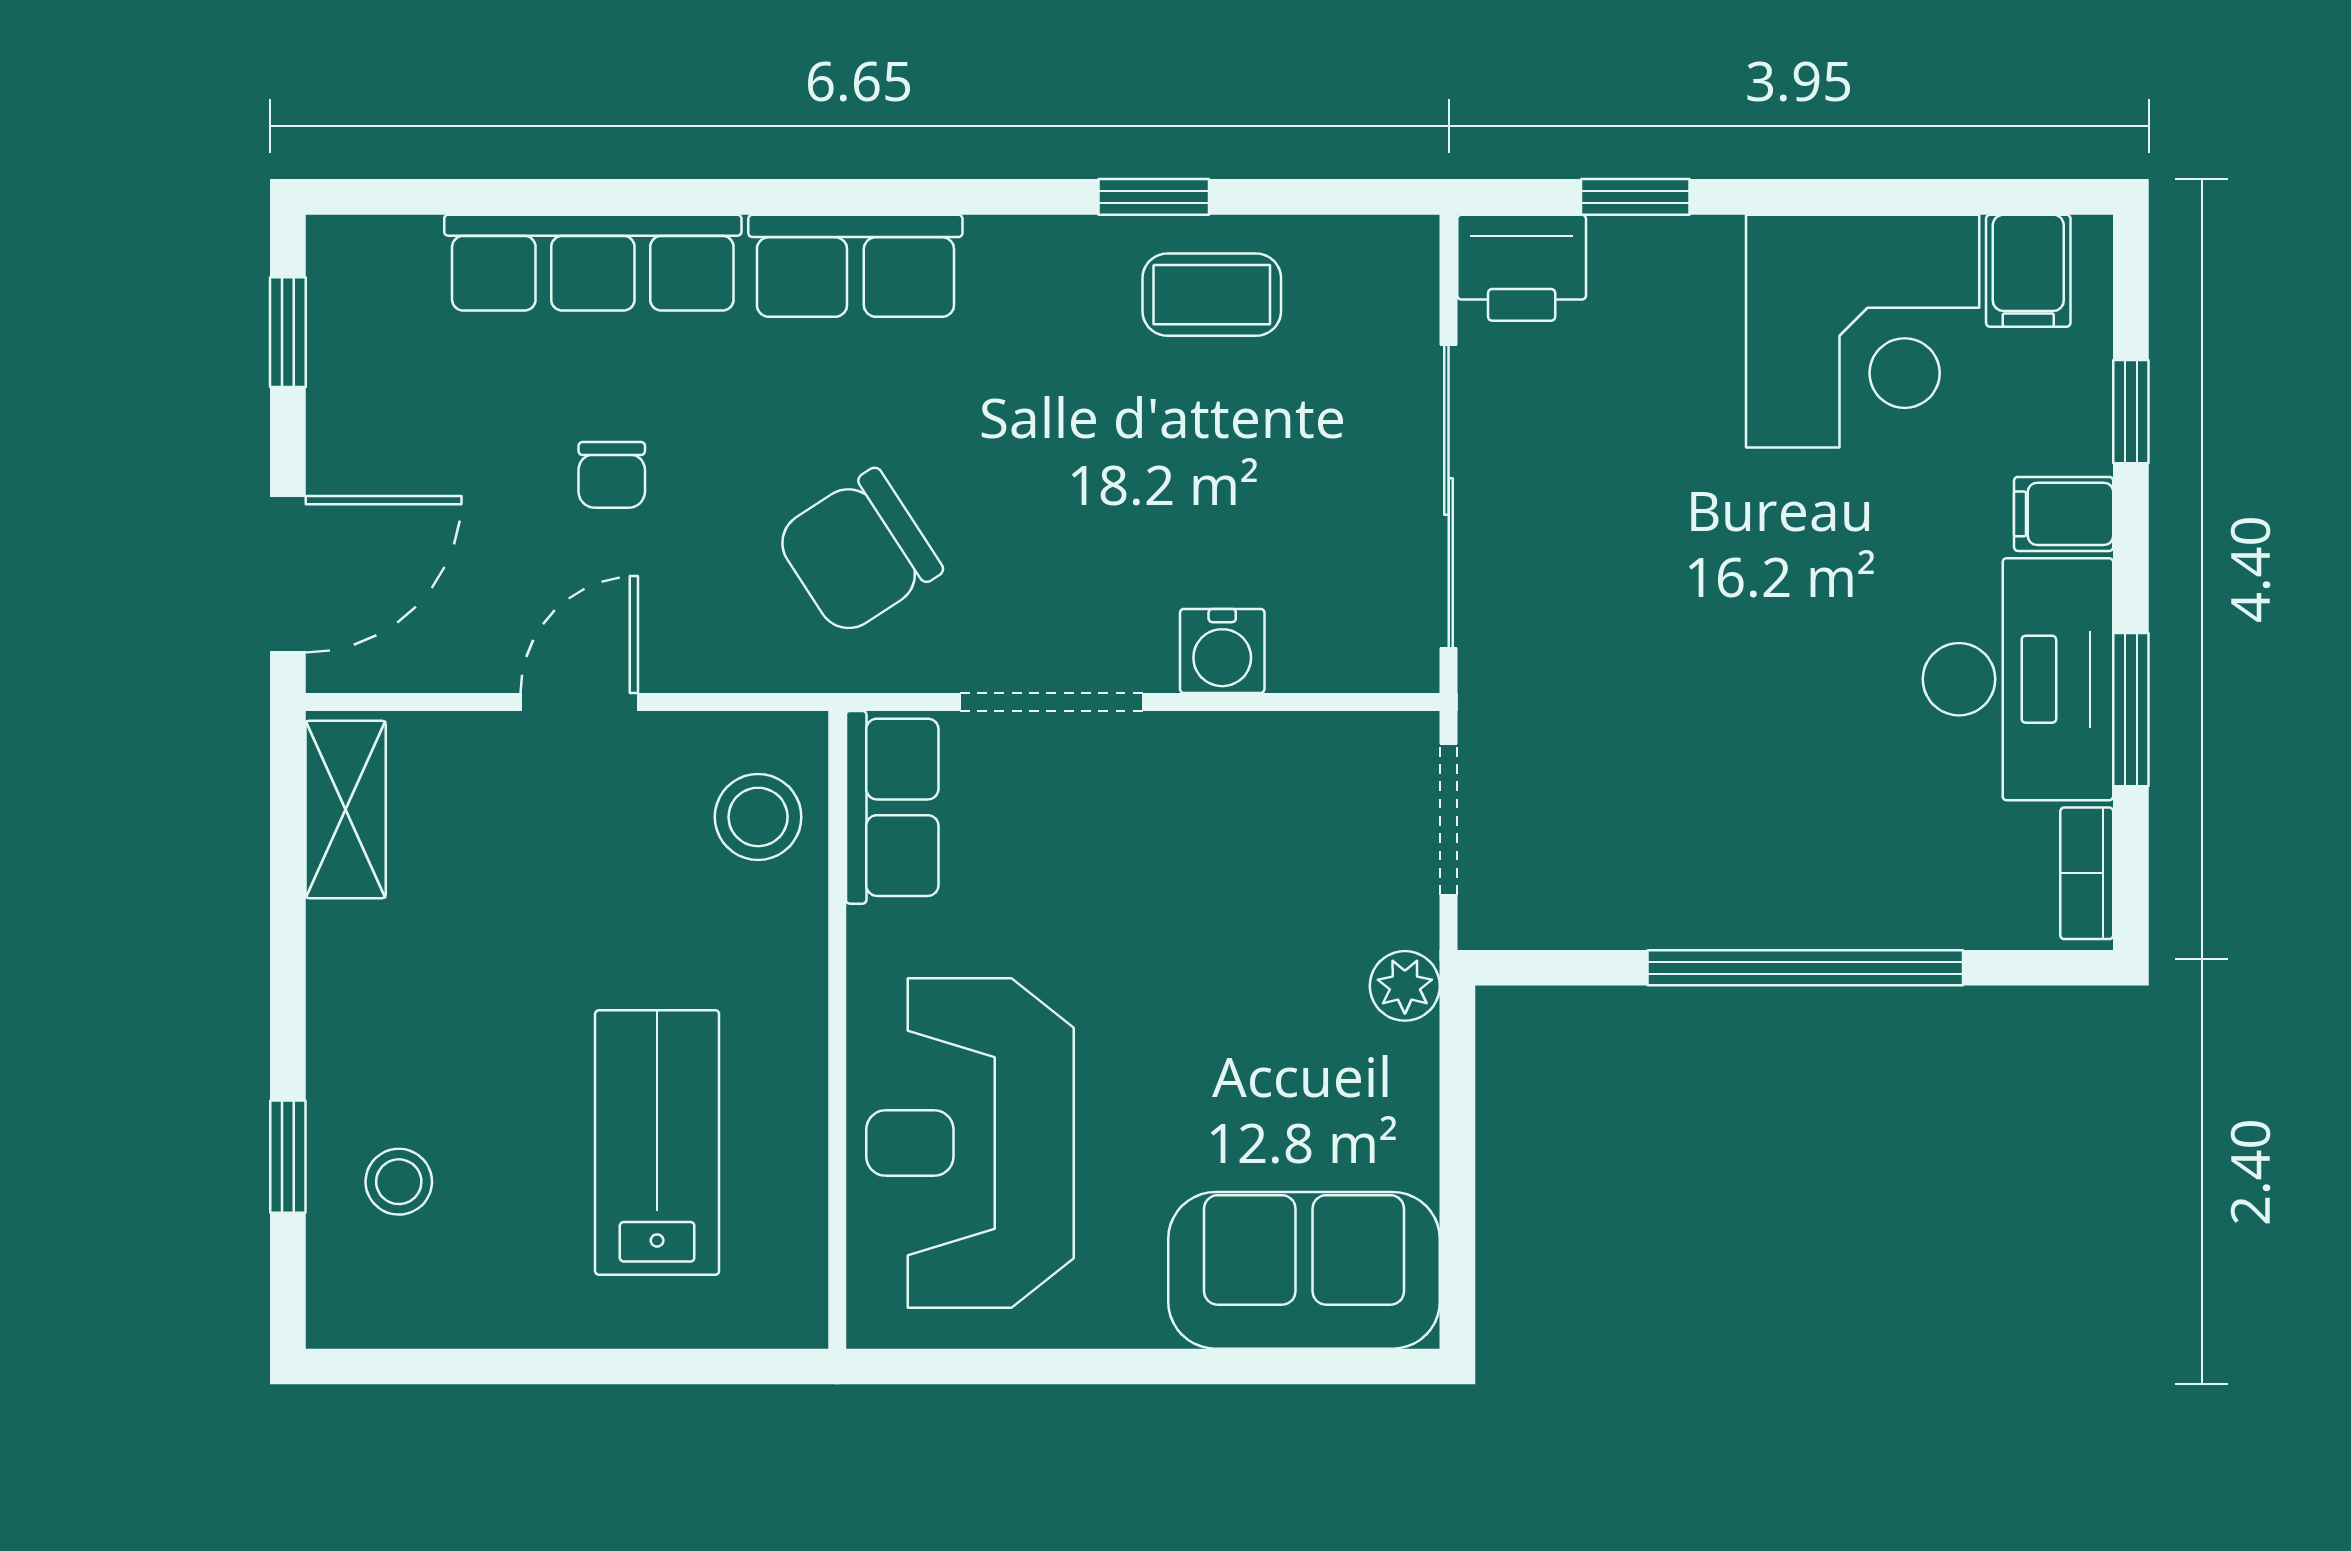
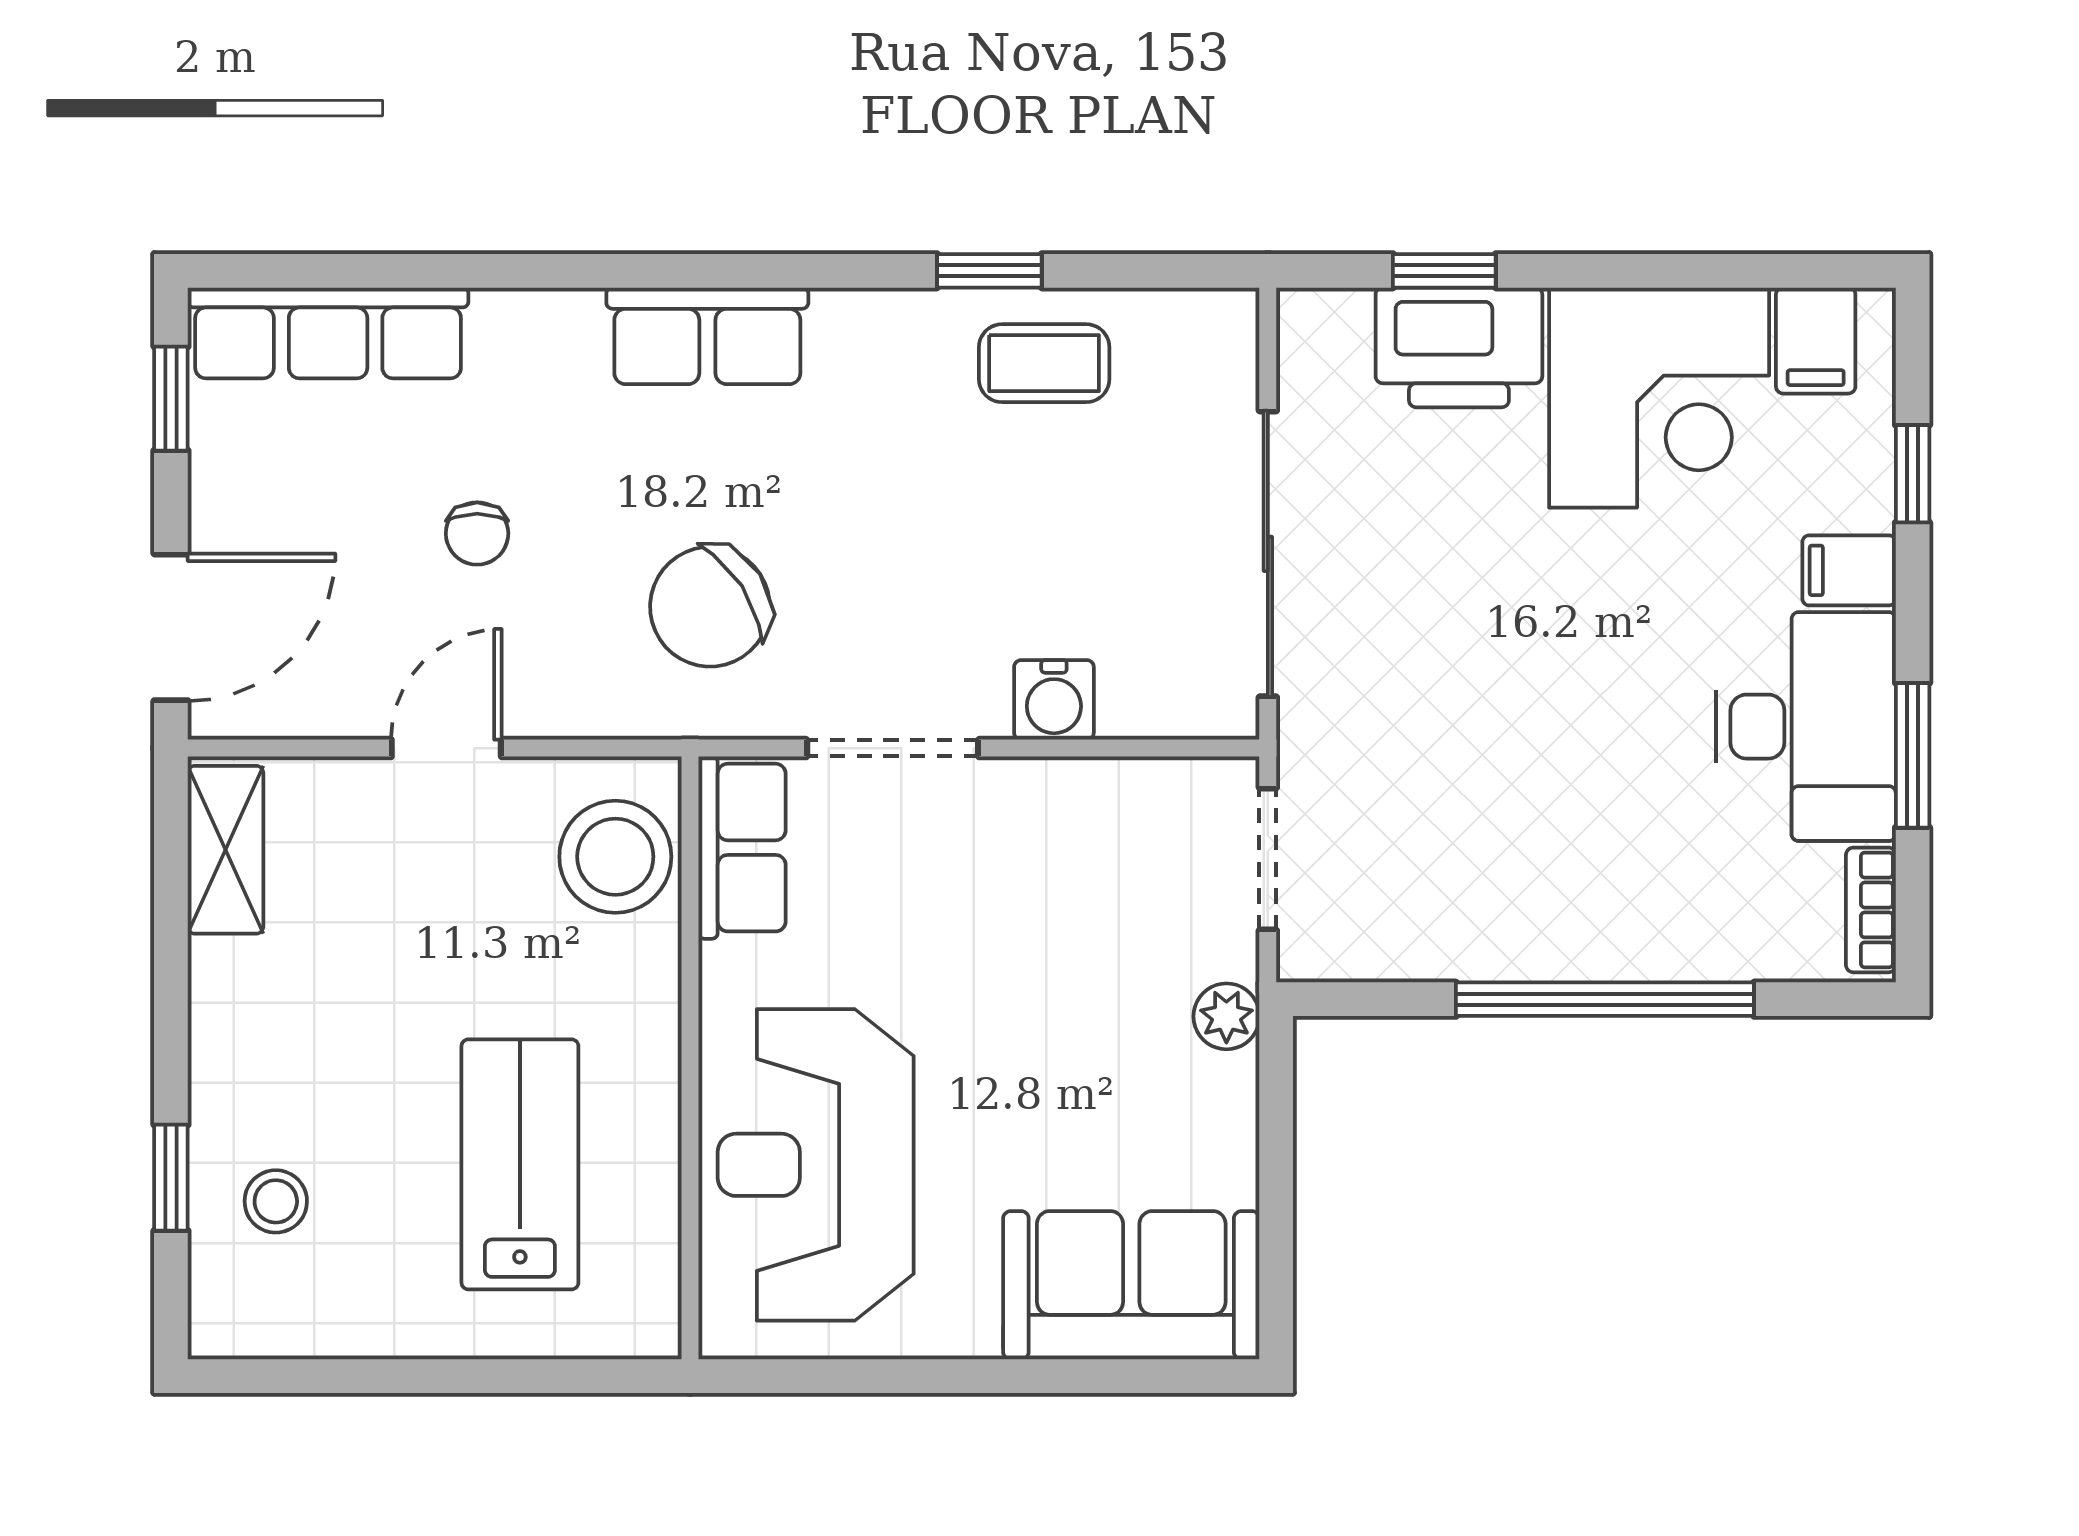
row of seats: (593, 263) -> (328, 333), moved
printer: (1522, 268) -> (1459, 347), moved, width x1.37, depth x1.19
stool: (758, 817) -> (615, 857), width x1.38, depth x1.38

